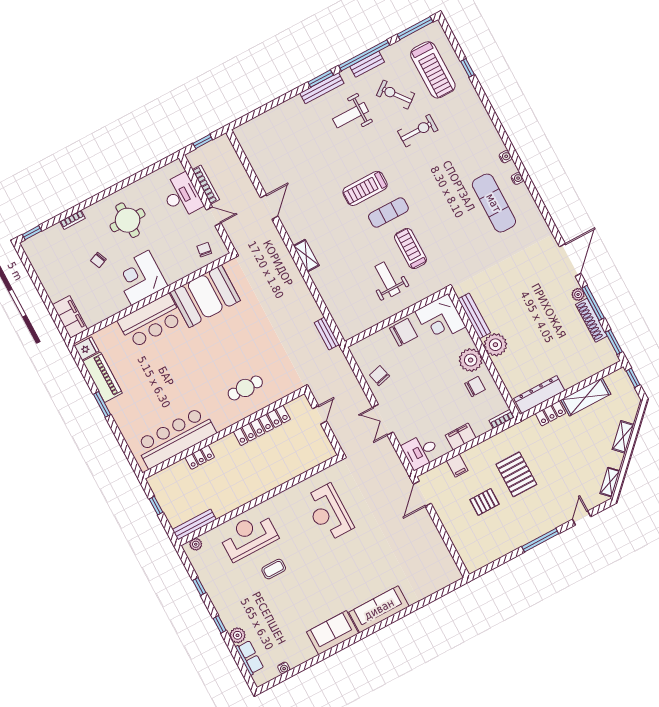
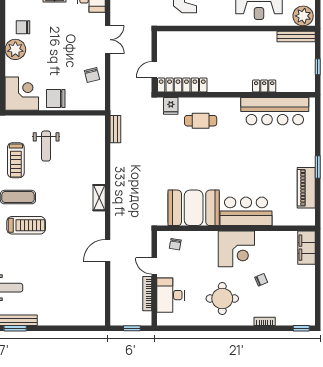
fridge: (87, 349) -> (171, 106), moved, turned -90
locker: (262, 425) -> (182, 85), moved
plant: (196, 544) -> (303, 16), width x1.88, depth x1.88

